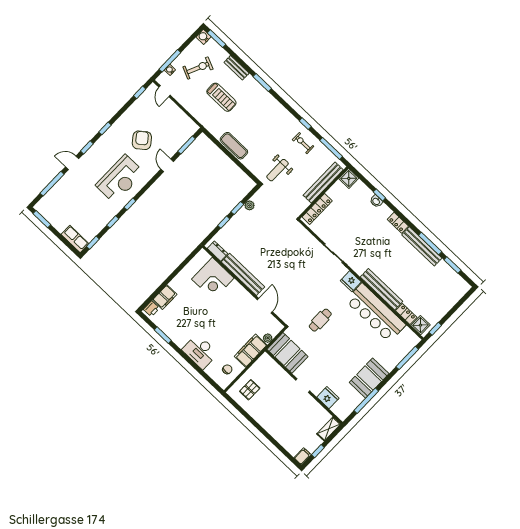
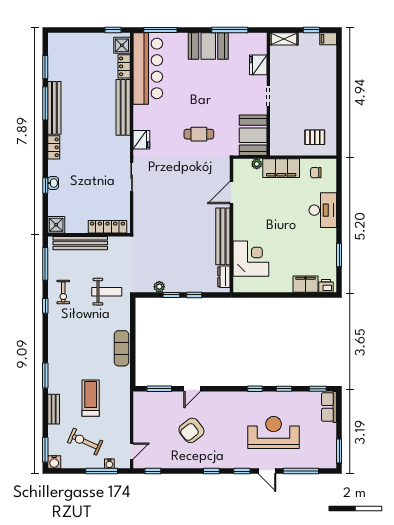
reception desk: (120, 179) -> (274, 432), moved
bar counter: (376, 313) -> (148, 68), moved

